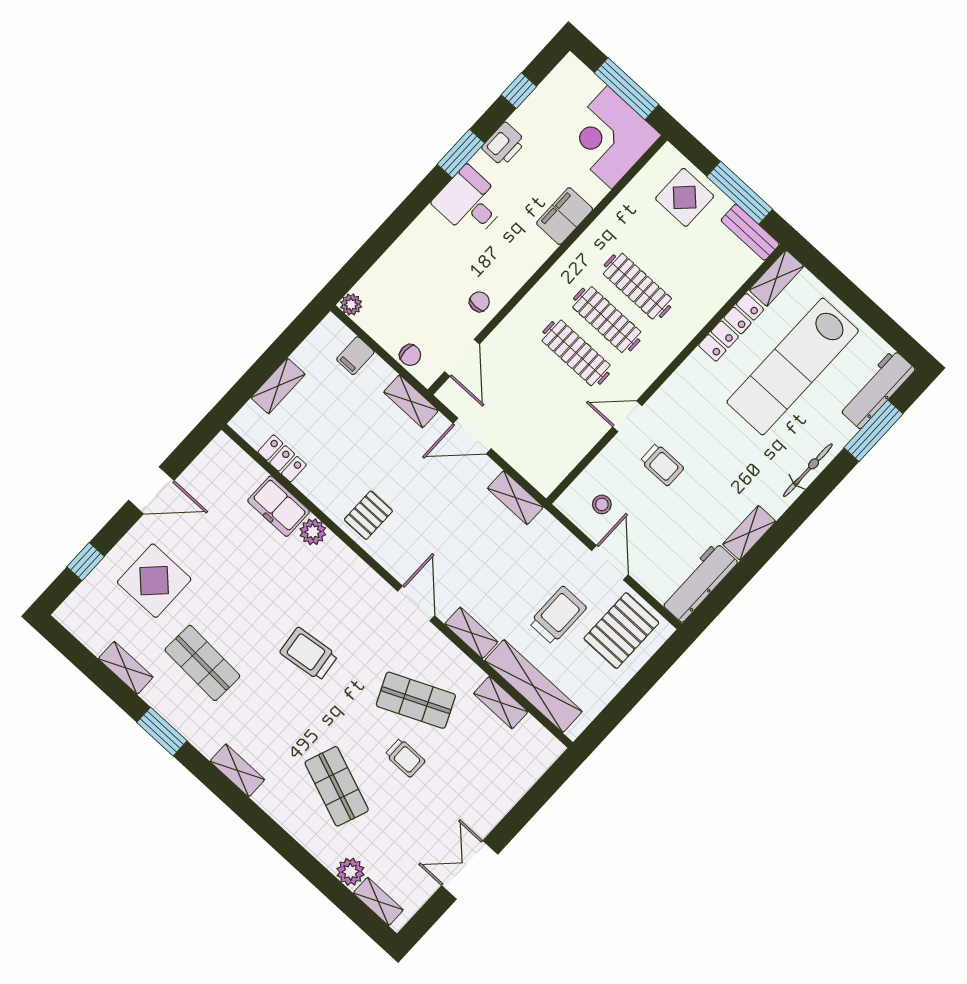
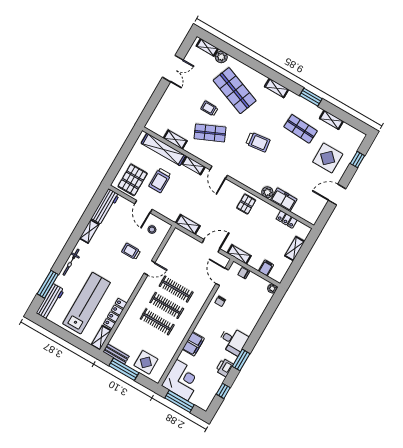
shop shelf: (337, 786) -> (235, 91), width x1.43, depth x1.36

